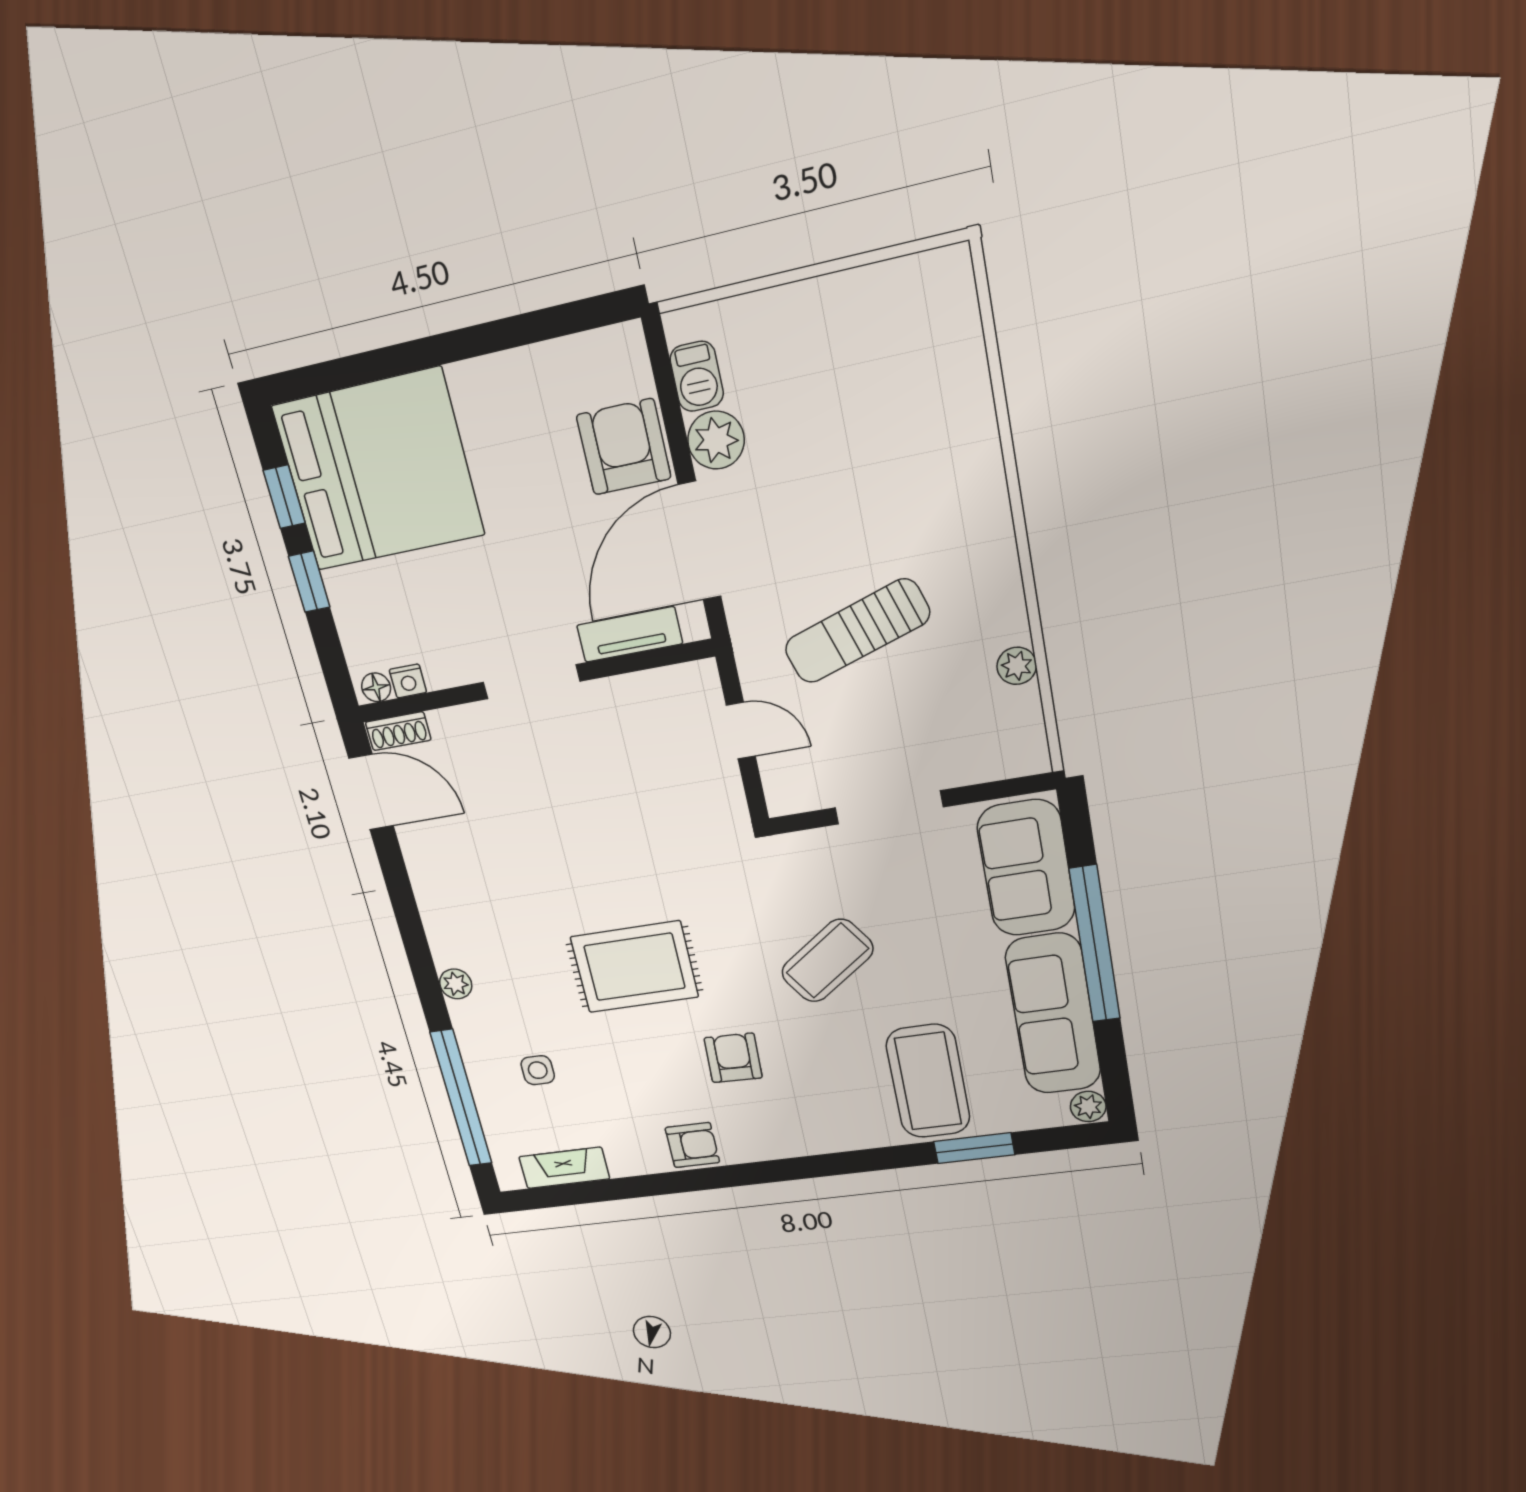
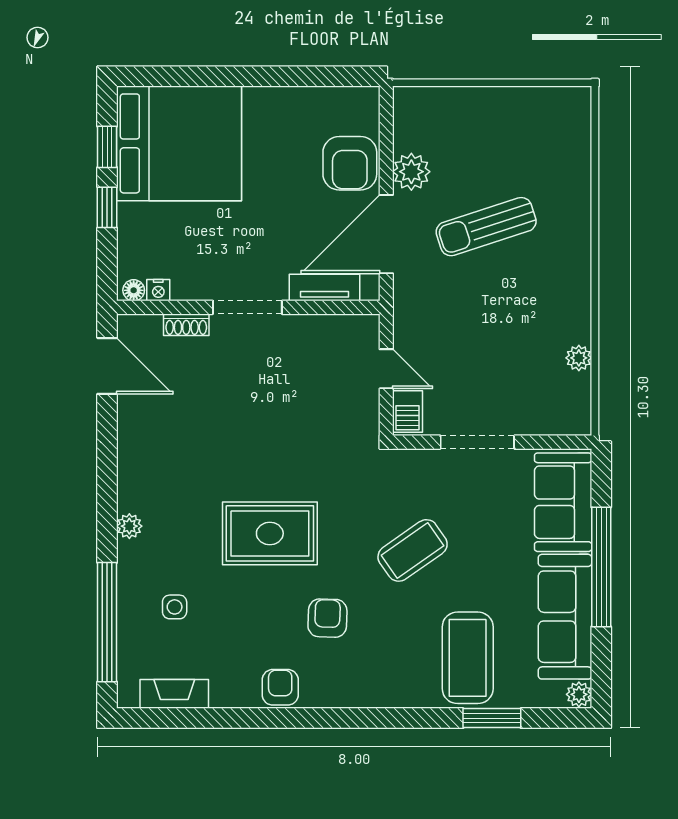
barbecue: (697, 376) -> (408, 412), moved
armchair: (624, 447) -> (350, 163), turned 180
sun lounger: (857, 631) -> (486, 227), moved
shoe rack: (398, 731) -> (186, 325), moved
armchair: (692, 1145) -> (280, 687), turned -90

